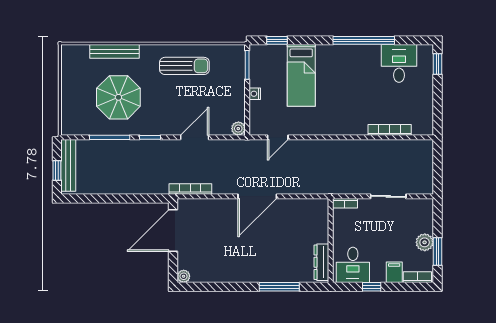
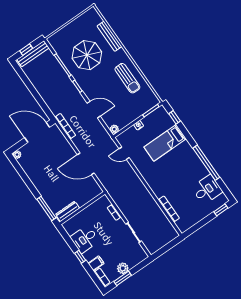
wall: (331, 240) -> (82, 208), moved
dresser: (321, 262) -> (68, 211), moved

